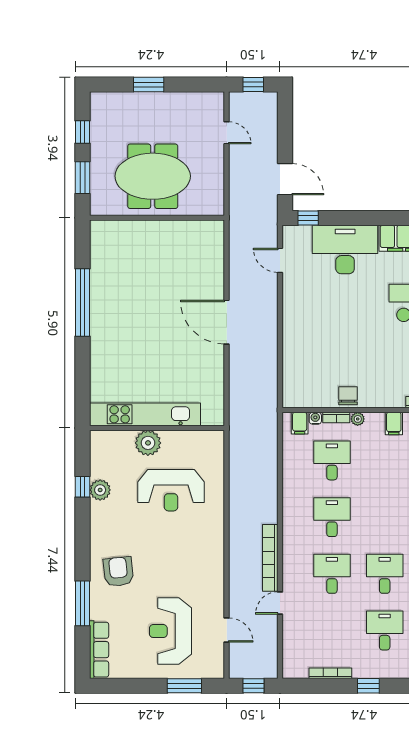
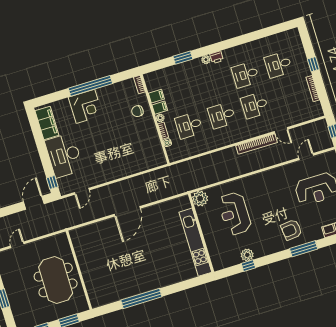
chair: (348, 396) -> (137, 111), moved
filing cabinet: (300, 423) -> (160, 108), moved
plant: (148, 443) -> (200, 199), moved
reception desk: (171, 490) -> (235, 214), turned 180
window: (83, 603) -> (304, 249), moved

